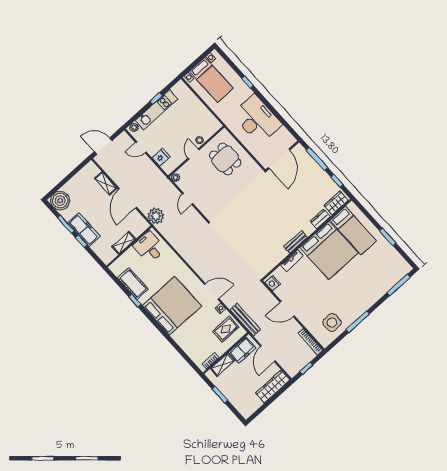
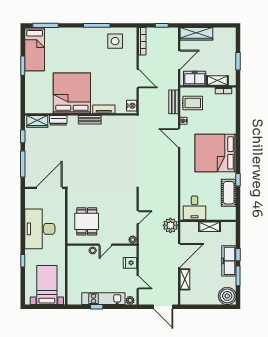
bed: (353, 231) -> (35, 49), moved, turned 180
bench: (245, 320) -> (173, 102), width x0.73

